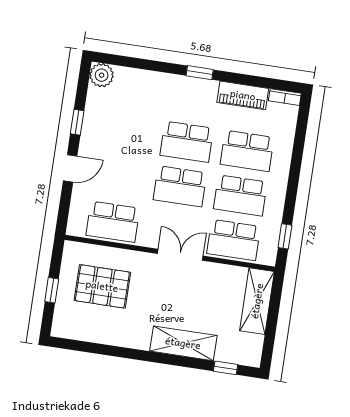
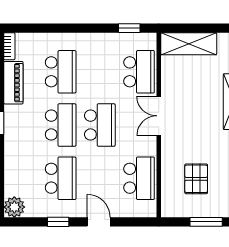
school desk: (240, 195) -> (61, 178), moved
pallet: (102, 286) -> (196, 179), width x0.67, depth x0.71
window: (52, 290) -> (206, 222), width x1.50

